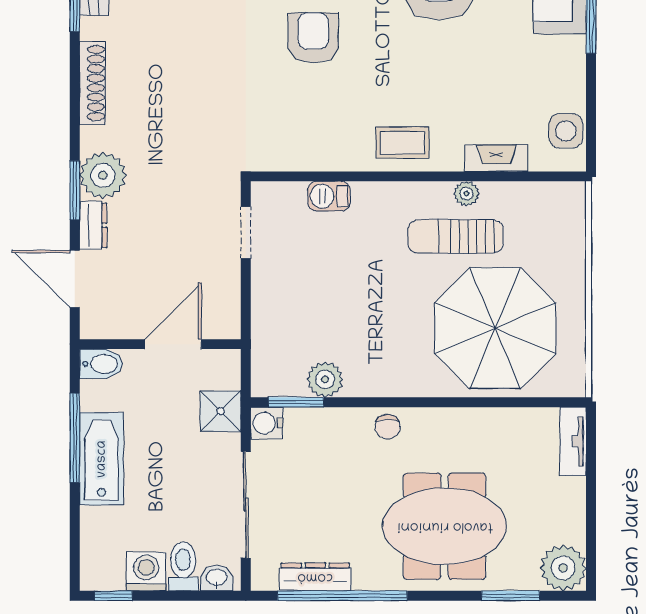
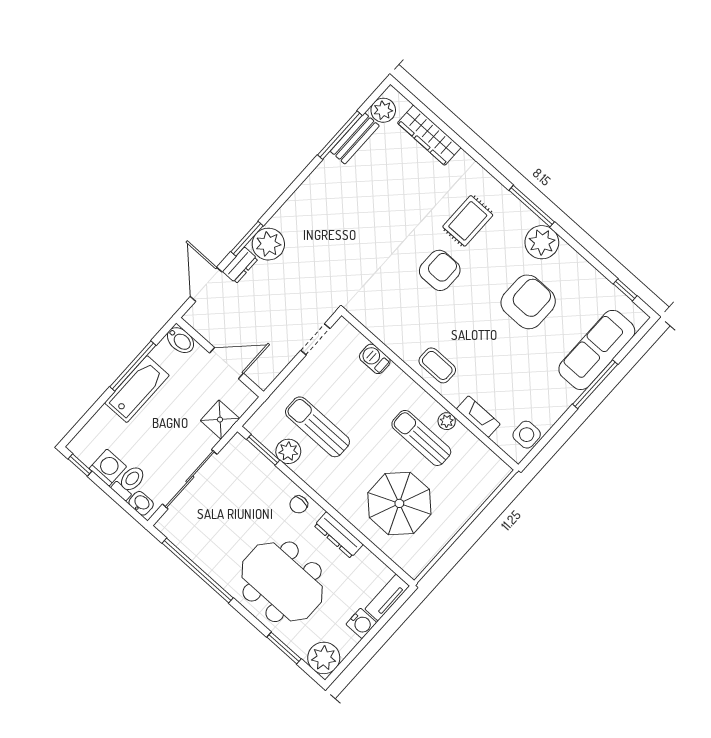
shoe rack: (93, 83) -> (306, 192), removed
sun lounger: (333, 325) -> (317, 427), added
parasol: (495, 328) -> (399, 503), width x0.73, depth x0.73
water cooler: (267, 423) -> (361, 623), moved, turned 180
dresser: (315, 577) -> (339, 535), moved, turned 180

